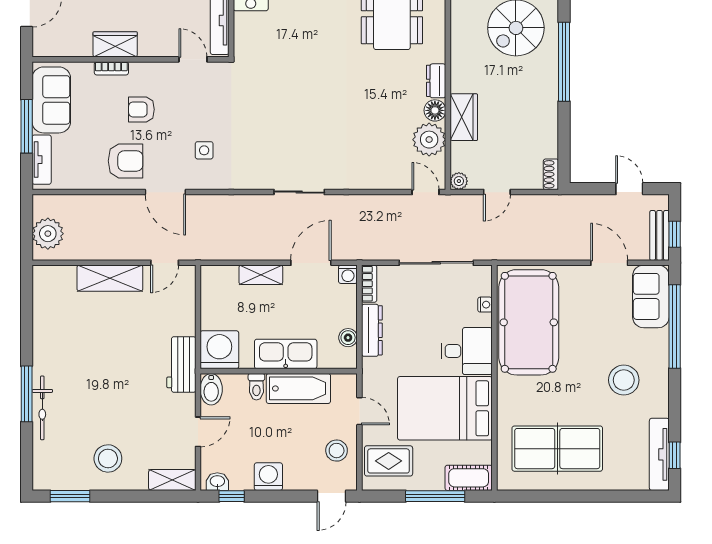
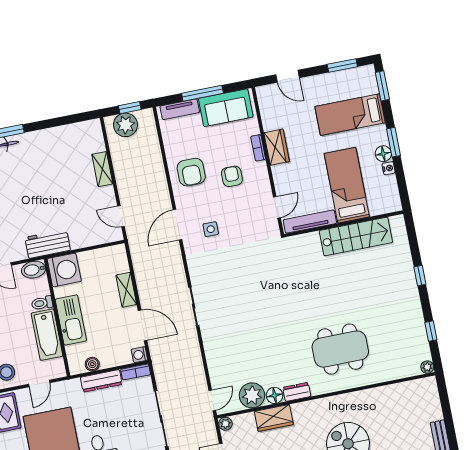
door: (165, 192) -> (178, 225), moved
window: (27, 224) -> (130, 108), added
shelving: (110, 278) -> (102, 169), width x0.67, depth x0.75

